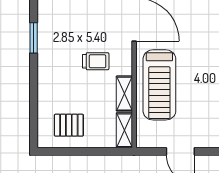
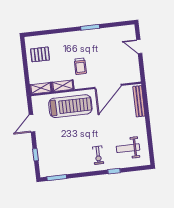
treadmill: (159, 85) -> (70, 106), turned 180
pallet: (69, 125) -> (40, 54), turned 90

